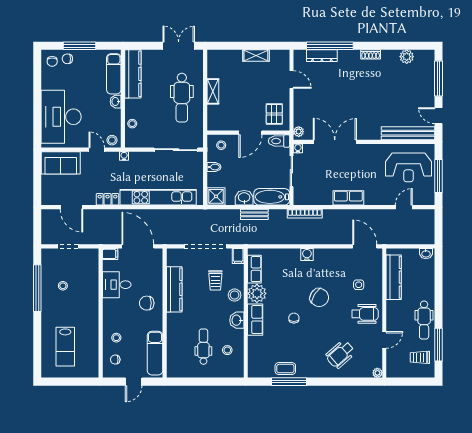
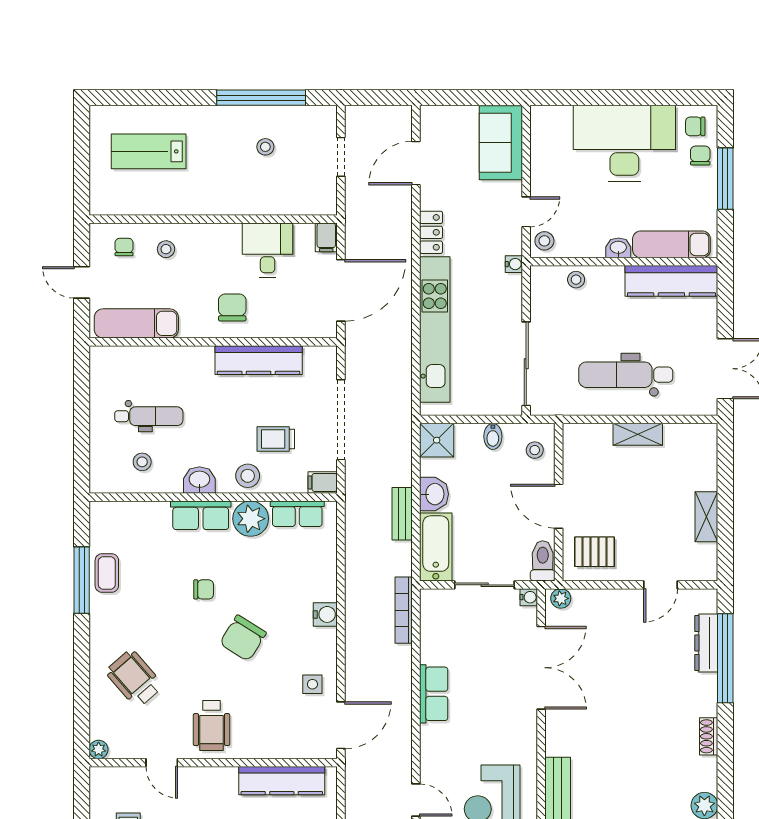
desk: (61, 117) -> (624, 143), moved
side table: (359, 285) -> (312, 684), moved

